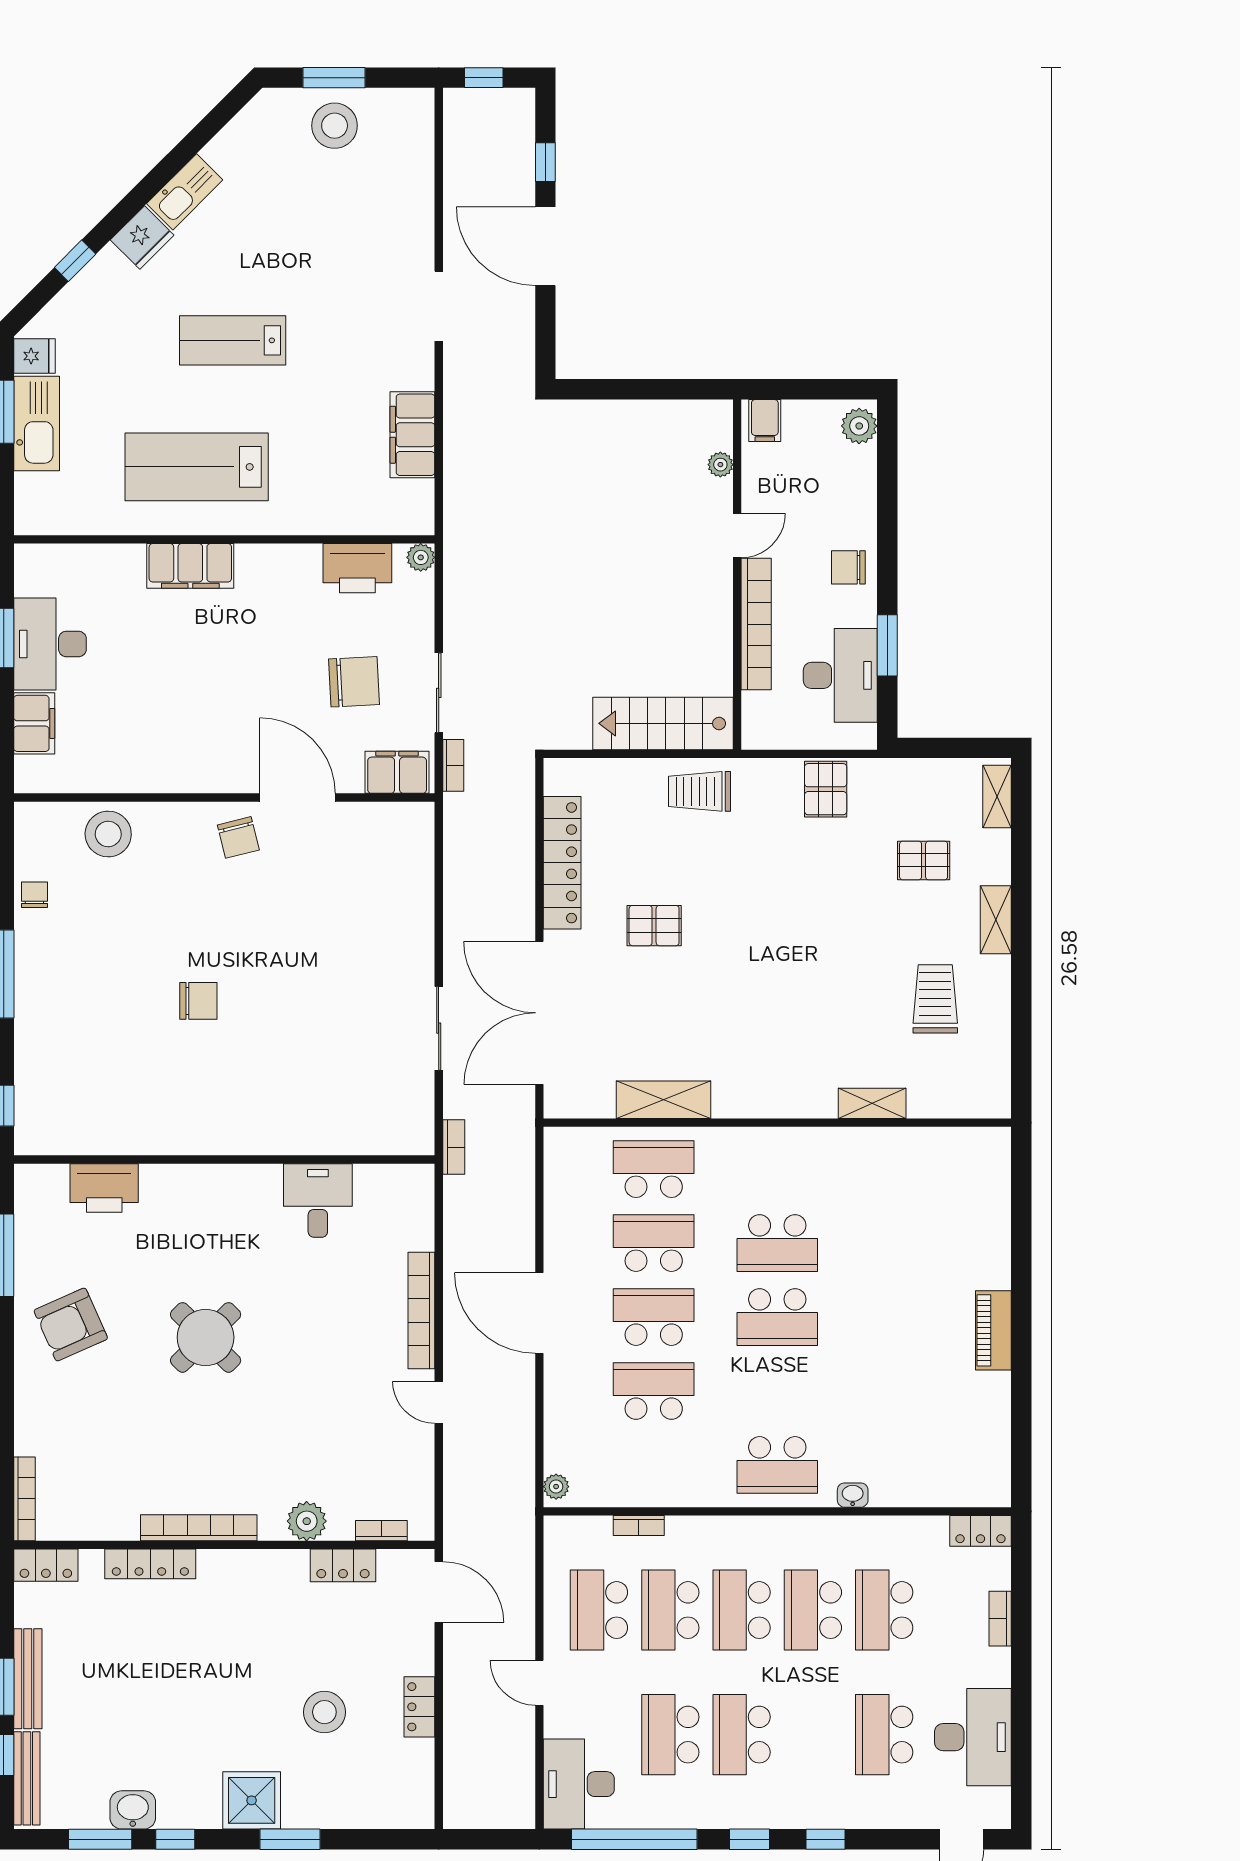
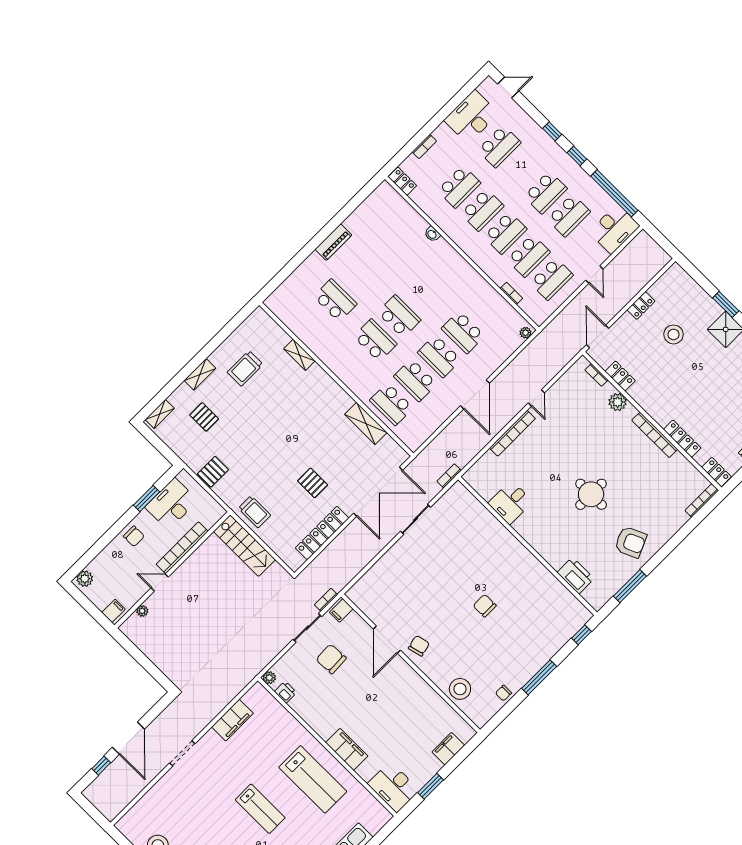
window: (484, 78) -> (94, 813), removed
printer: (357, 568) -> (286, 692), width x0.53, depth x0.68
desk: (50, 644) -> (393, 787), moved, turned 90
filing cabinet: (397, 772) -> (341, 611), width x0.50
round table: (206, 1337) -> (591, 494), turned 45
school desk: (777, 1465) -> (335, 300), moved

